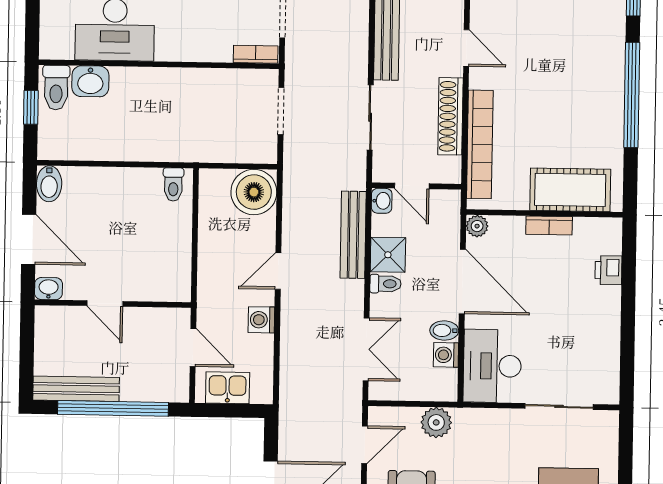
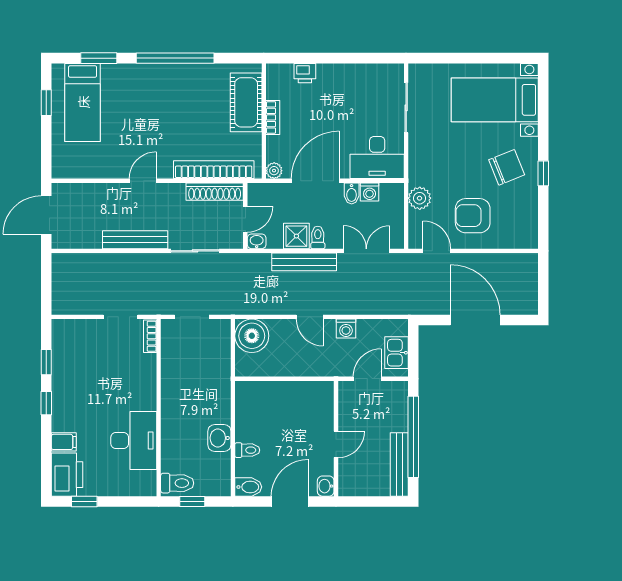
washbasin: (90, 81) -> (219, 438), moved, turned 180
shoe rack: (450, 116) -> (215, 192), moved
toilet: (173, 185) -> (247, 450), moved
bench: (353, 235) -> (304, 262), moved

